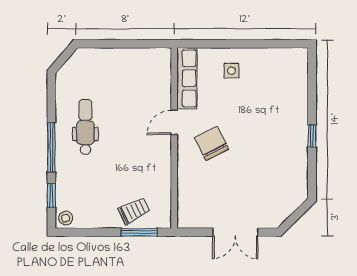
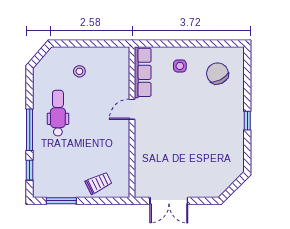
chair: (212, 144) -> (217, 73), moved
stool: (66, 218) -> (79, 71), moved
window: (139, 232) -> (61, 201), moved
double door: (235, 232) -> (169, 201), moved

